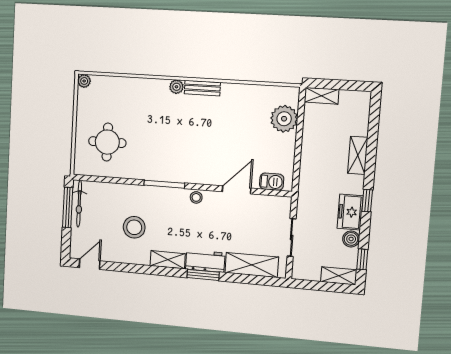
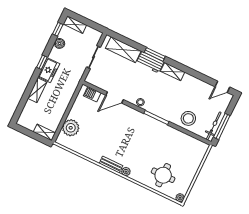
round table: (107, 142) -> (163, 175), moved
freezer: (350, 212) -> (49, 70), moved
stool: (134, 227) -> (188, 118), moved

